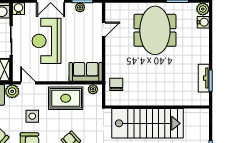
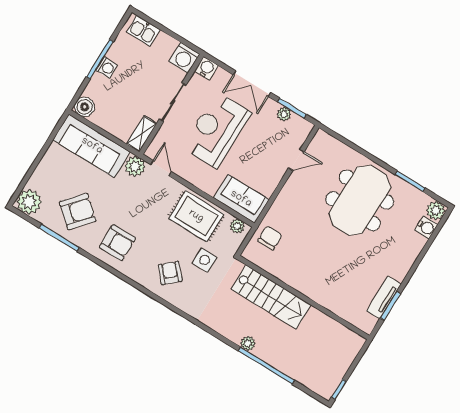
side table: (32, 116) -> (204, 260), moved
stairs: (148, 123) -> (271, 297), width x0.73, depth x0.66

